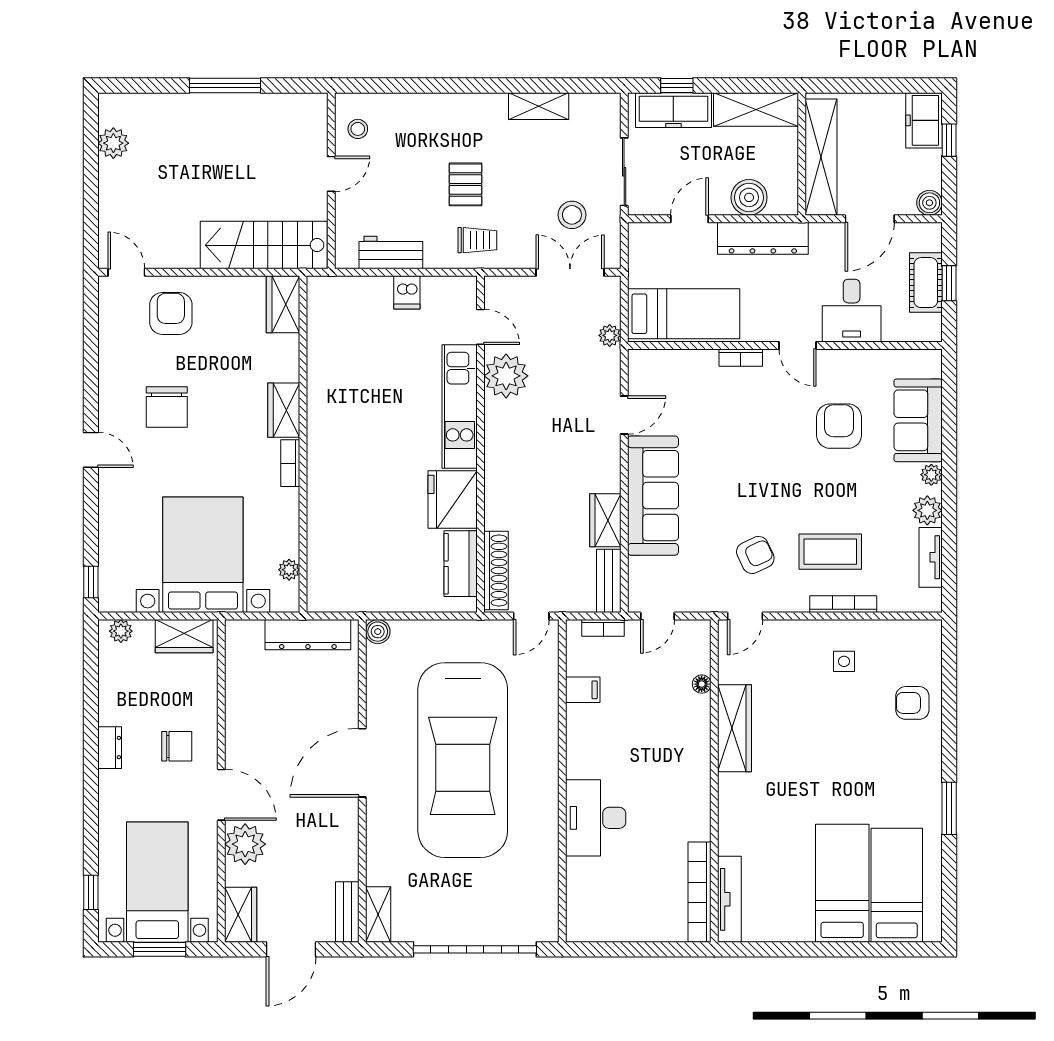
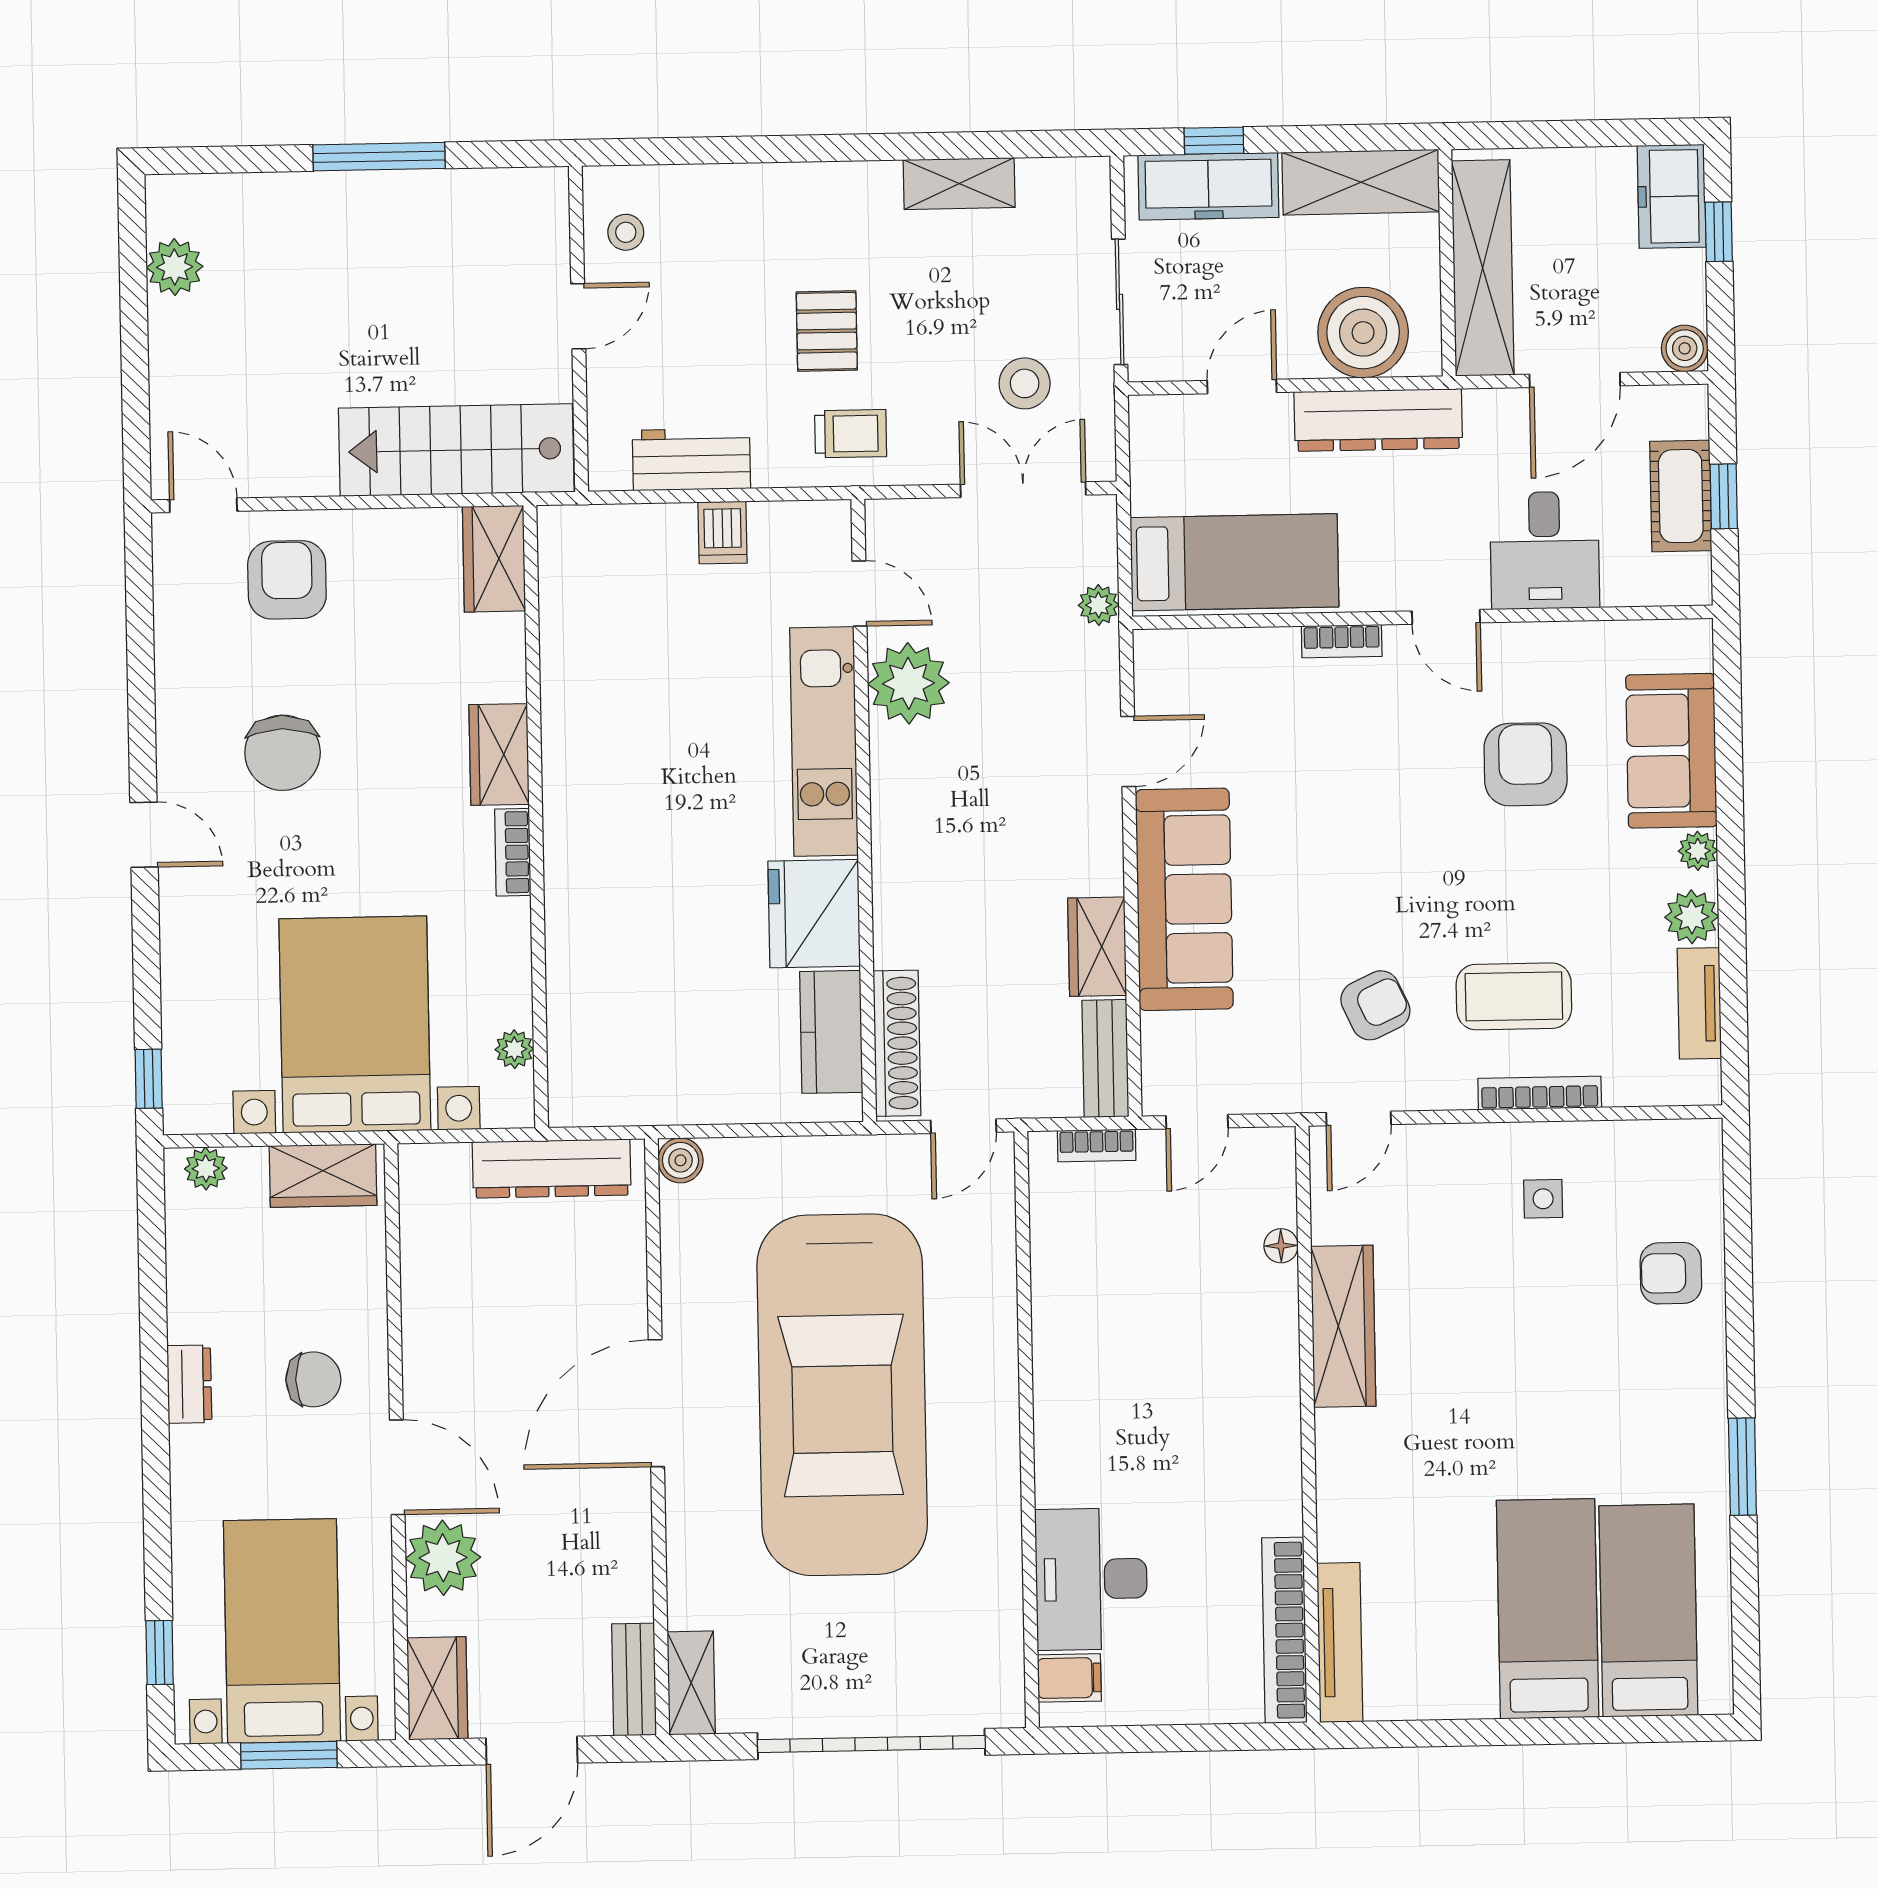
boiler: (749, 197) -> (1363, 333), width x1.37, depth x1.37
filing cabinet: (583, 690) -> (1069, 1678), moved
desk: (596, 818) -> (1091, 1579), moved

